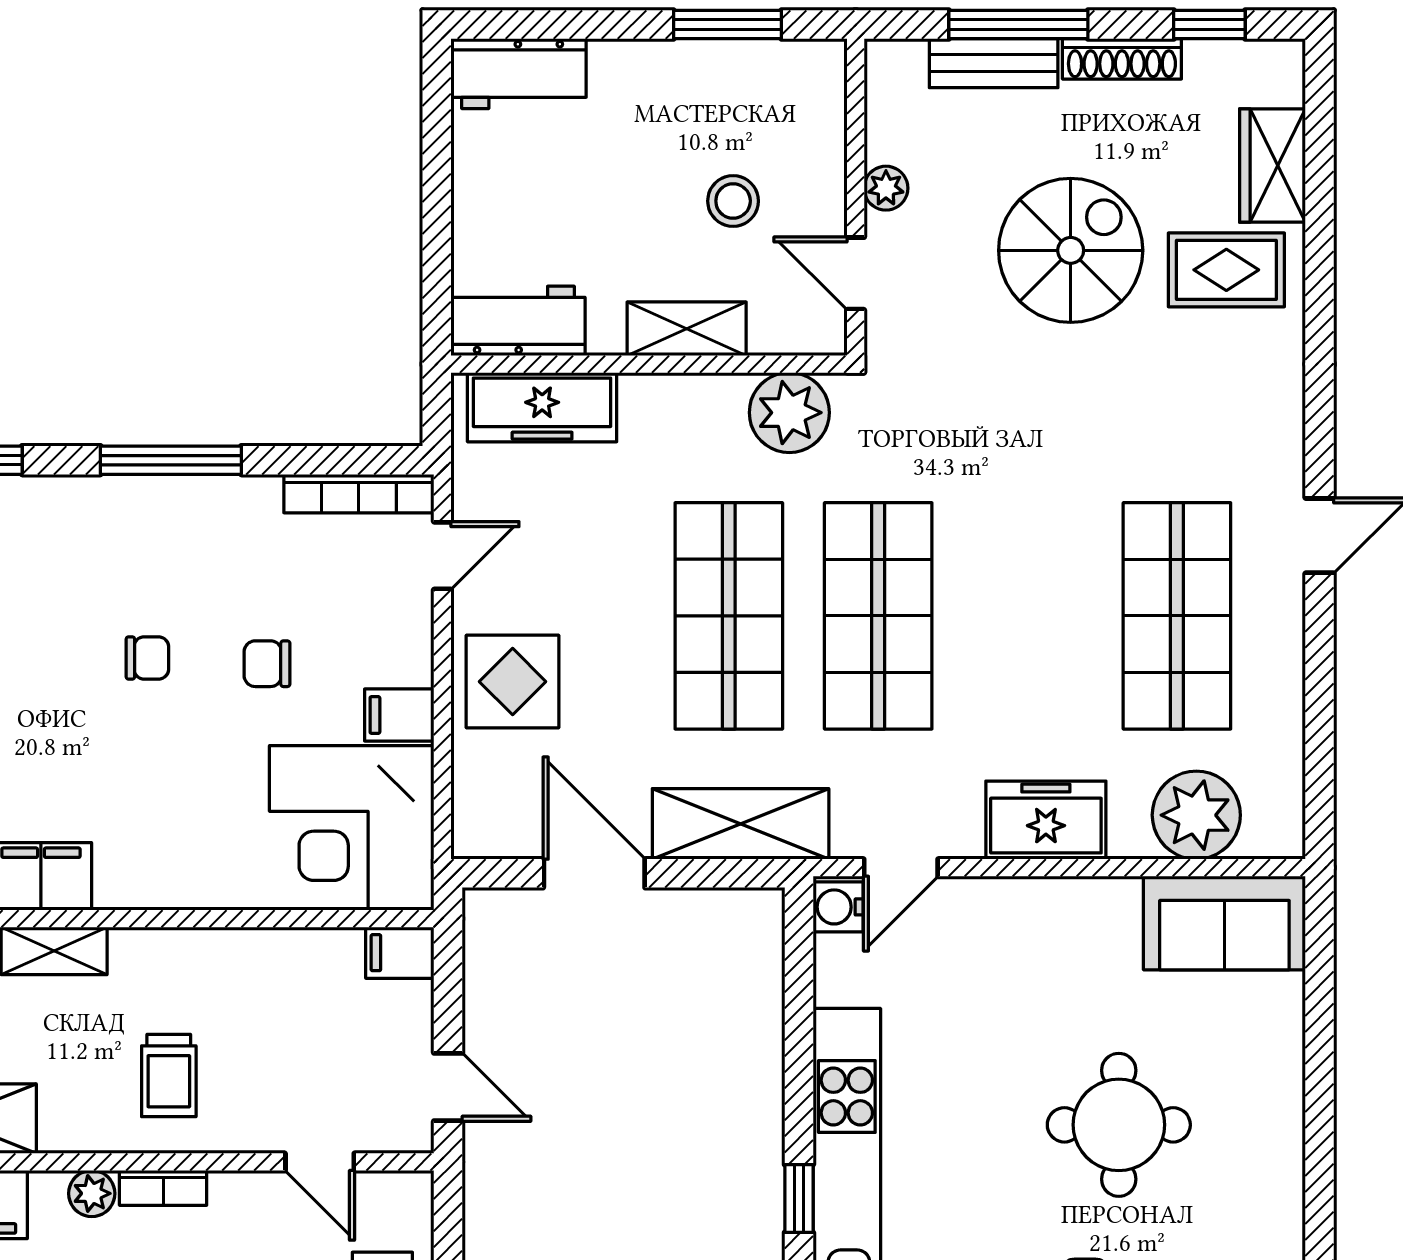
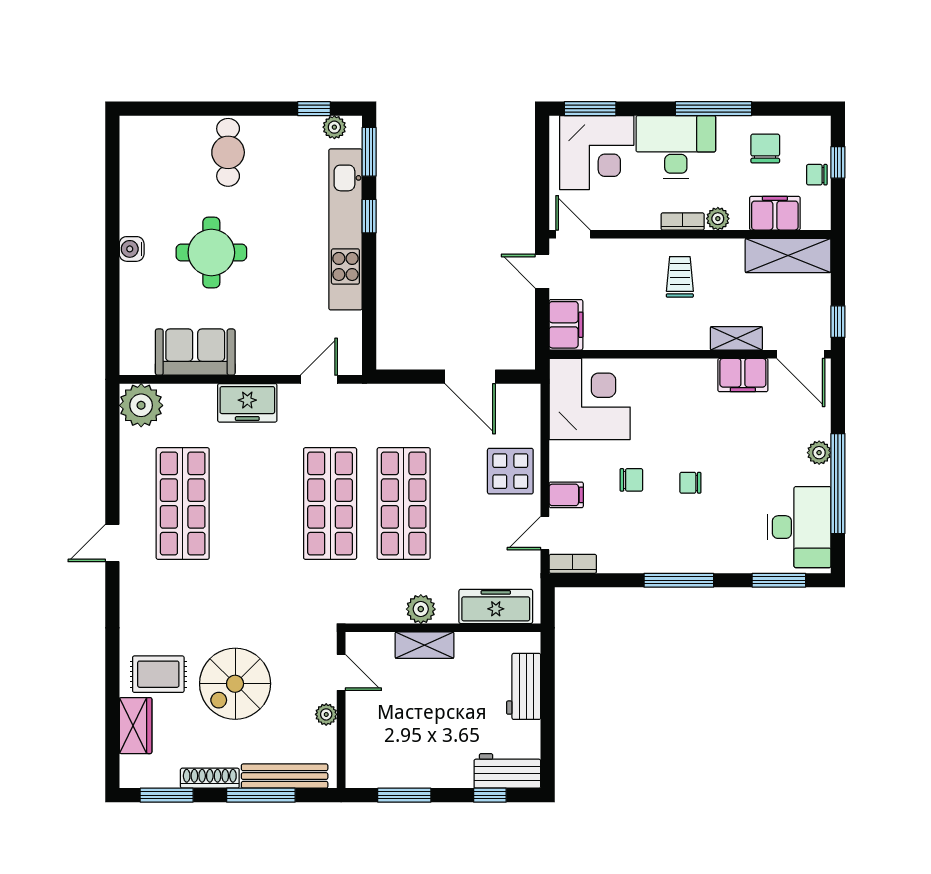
window: (554, 24) -> (490, 795), added
window: (1209, 24) -> (167, 795), width x1.50
bench: (994, 63) -> (285, 776), width x1.36
stool: (733, 201) -> (402, 708), removed
workbench: (518, 321) -> (524, 686), moved, turned 90
plant: (789, 413) -> (421, 609), moved, width x0.73, depth x0.73
bookcase: (359, 494) -> (573, 564), width x0.64
filing cabinet: (399, 715) -> (566, 495), moved
plant: (1196, 815) -> (141, 405), moved
shelving: (741, 824) -> (398, 401), removed
water cooler: (838, 907) -> (132, 249), moved, turned 180
sofa: (1224, 923) -> (195, 352), moved
filing cabinet: (400, 953) -> (566, 325), width x2.00
door: (320, 1162) -> (573, 234), moved

